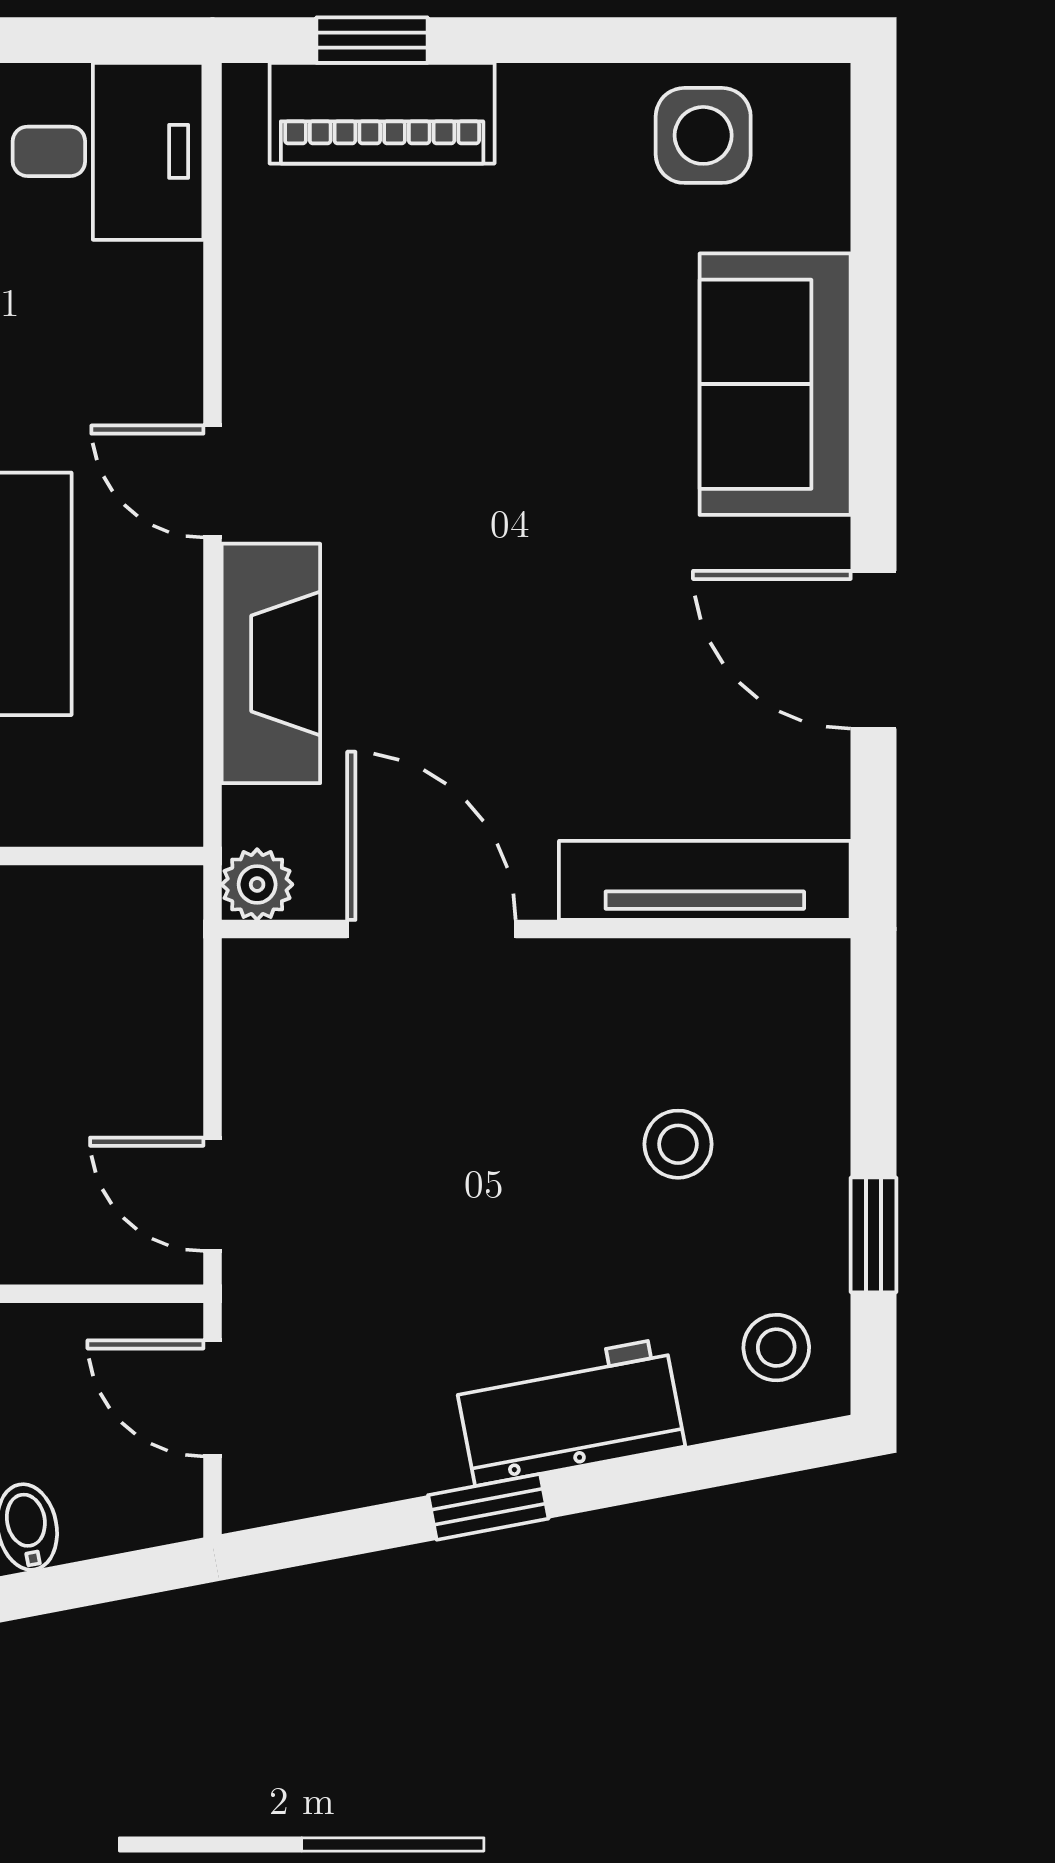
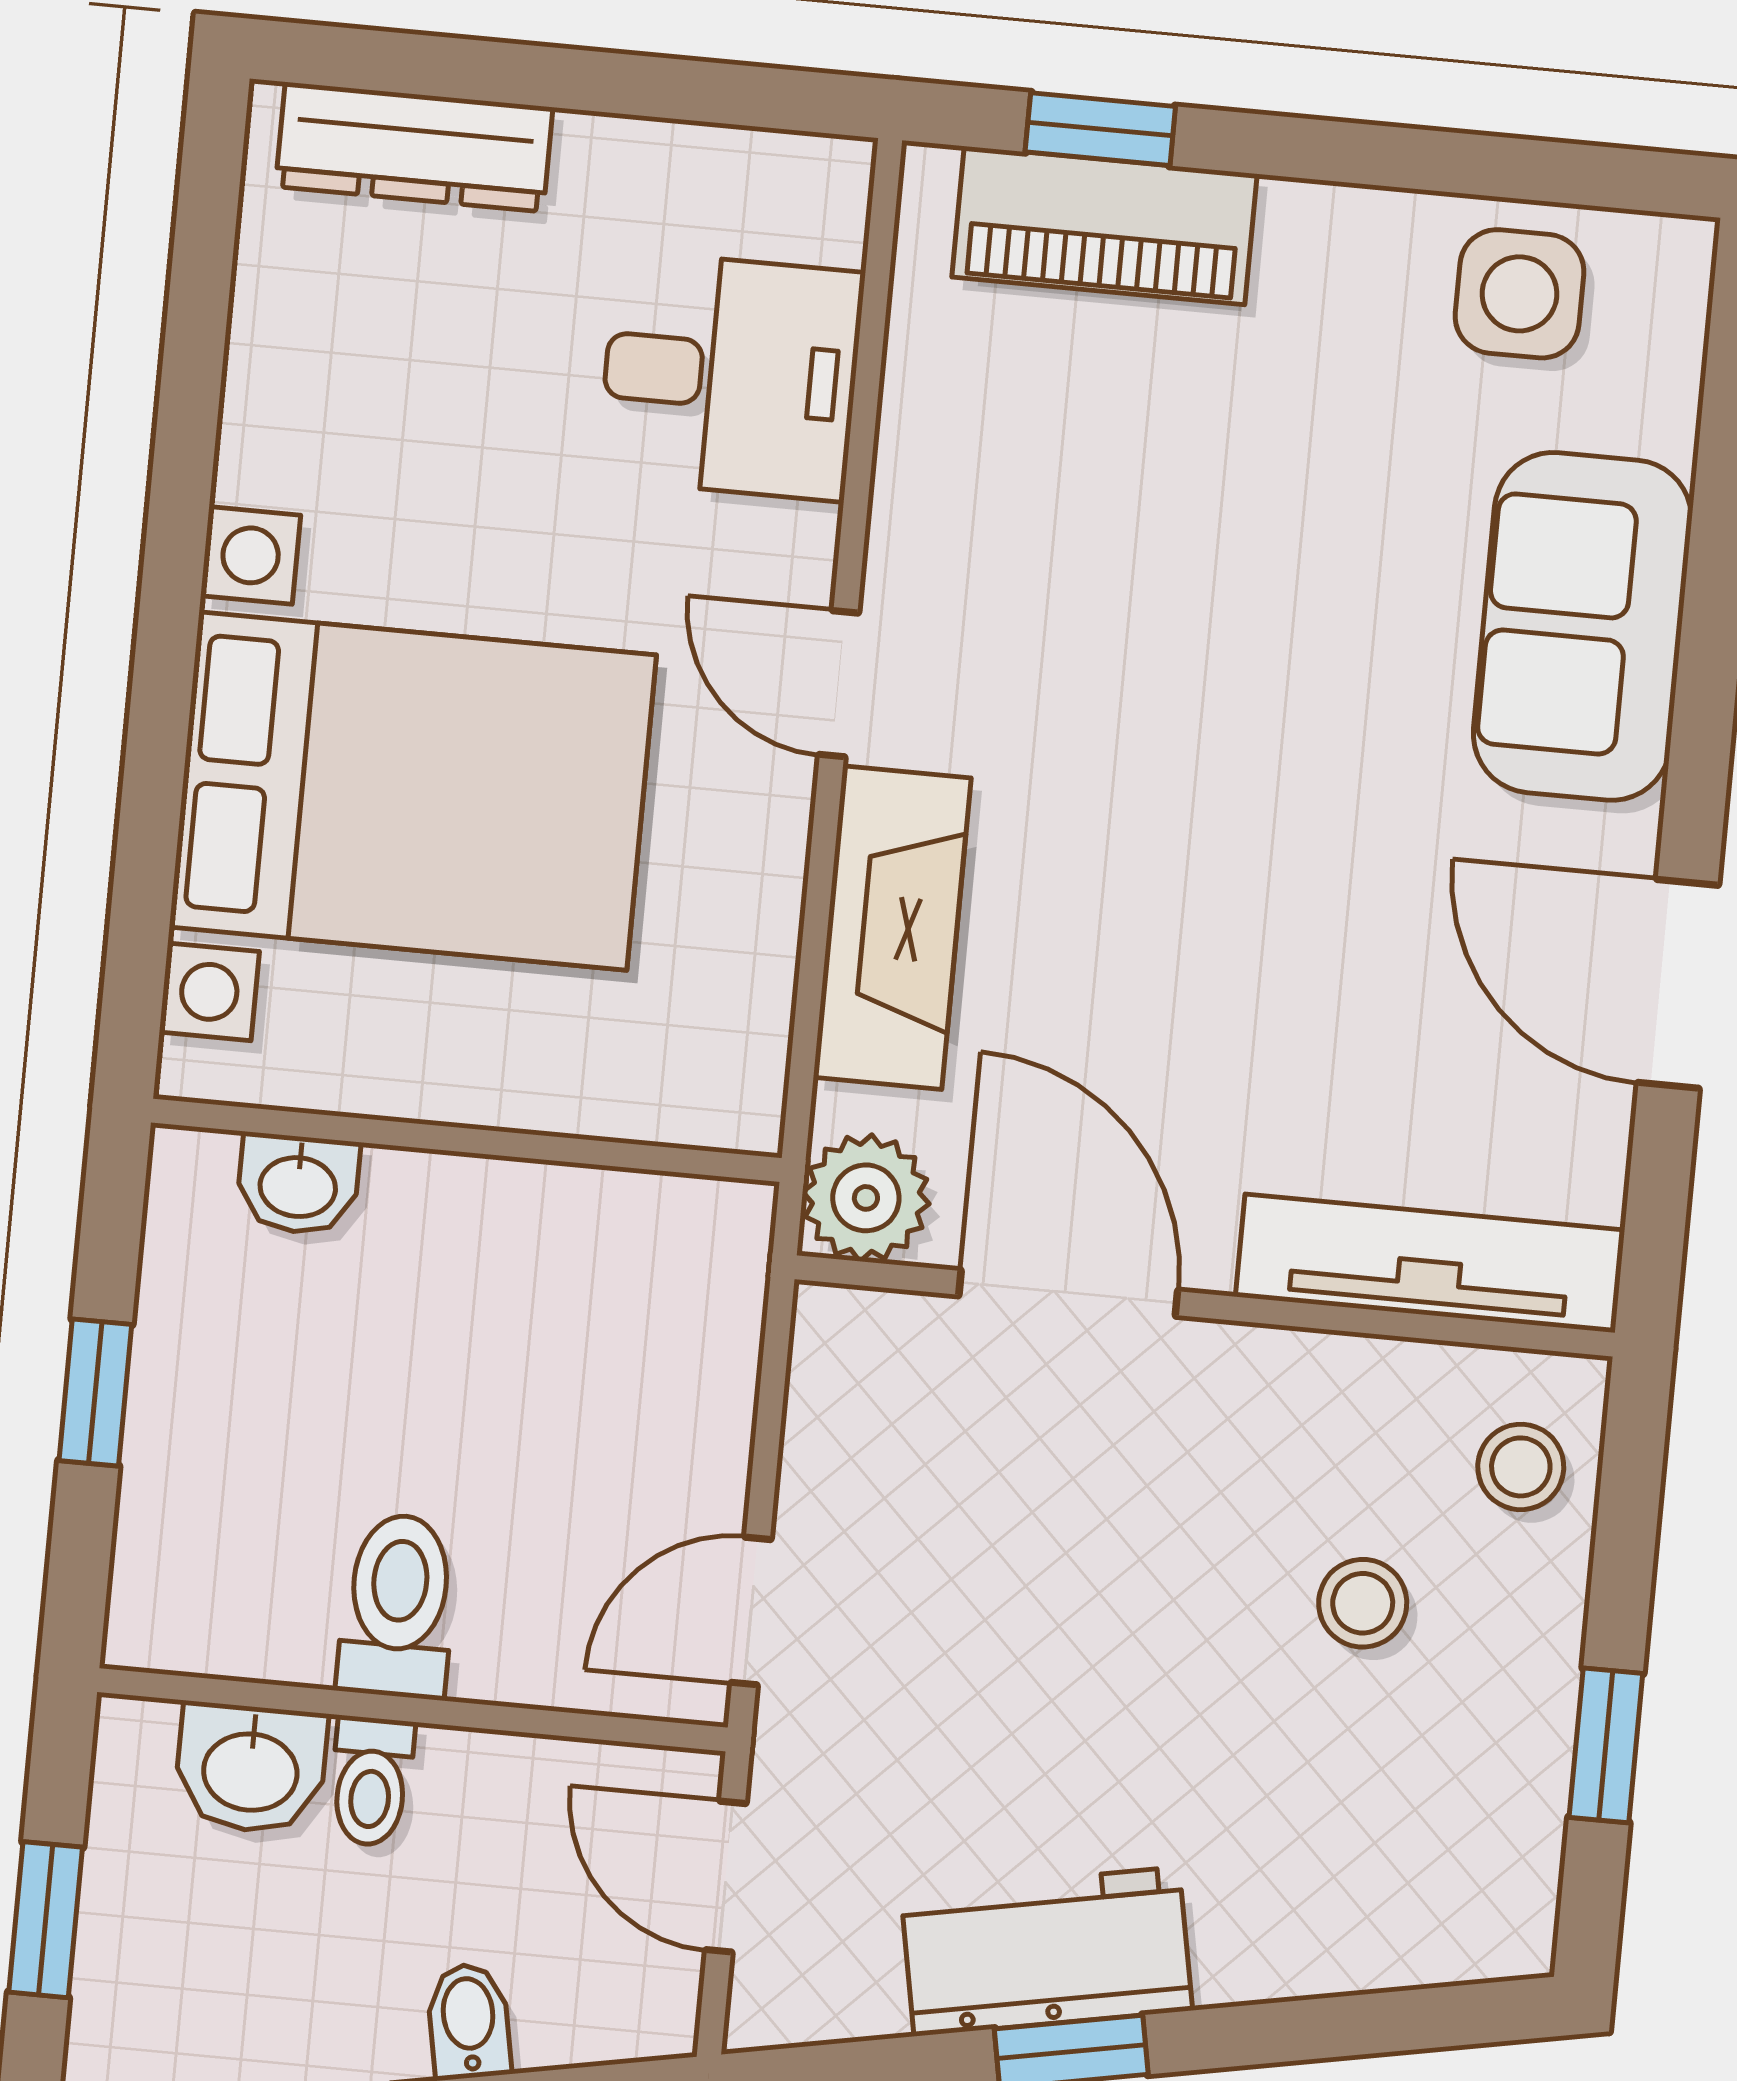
desk: (108, 151) -> (731, 376), moved
plant: (257, 884) -> (866, 1198), width x1.38, depth x1.38
door: (213, 1194) -> (751, 1611), hinge flipped
stool: (776, 1348) -> (1521, 1467), moved
workbench: (570, 1412) -> (1047, 1952), moved

